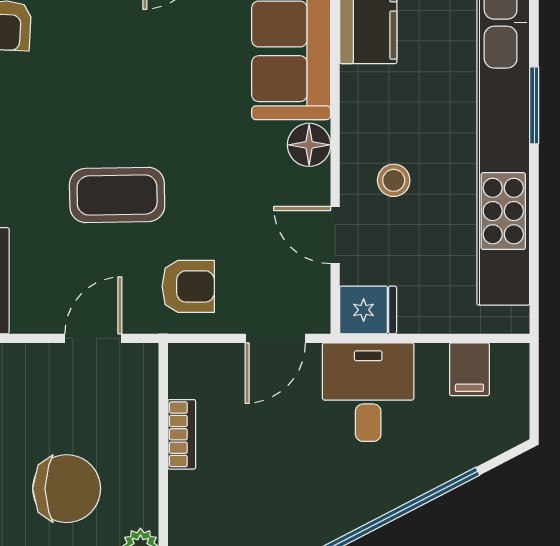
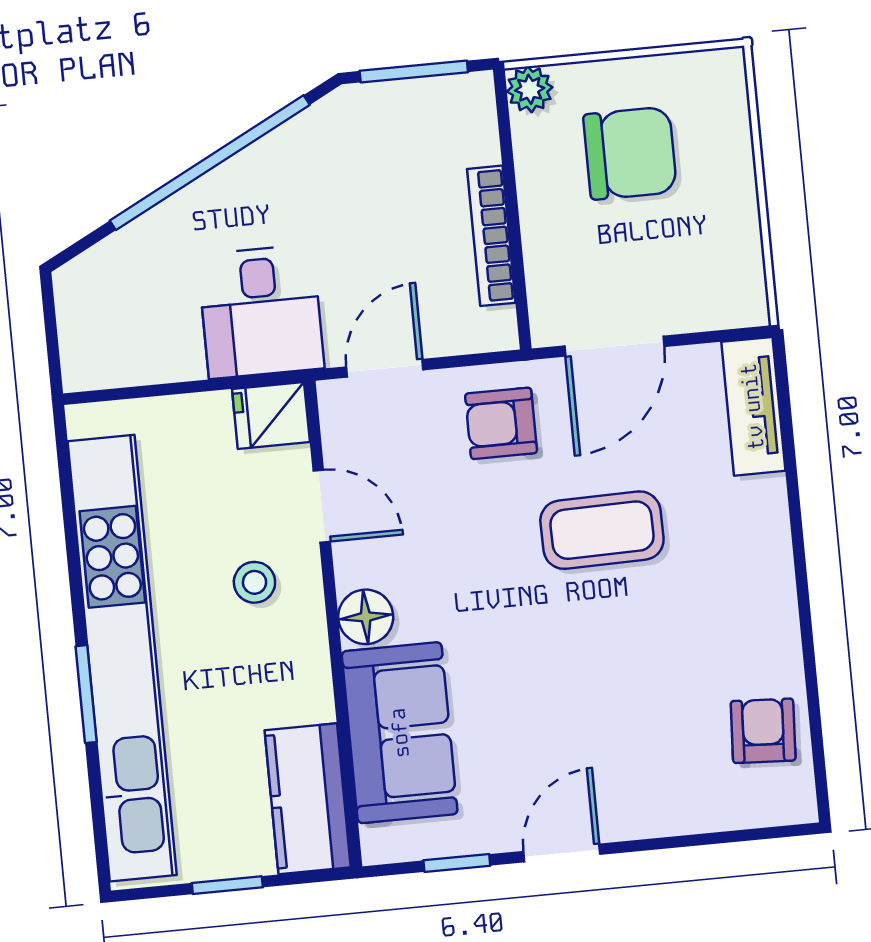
door: (93, 338) -> (614, 346), width x1.38
filing cabinet: (469, 369) -> (136, 353), removed
bookcase: (182, 434) -> (491, 236), width x1.56
chair: (67, 489) -> (630, 153), turned 180

